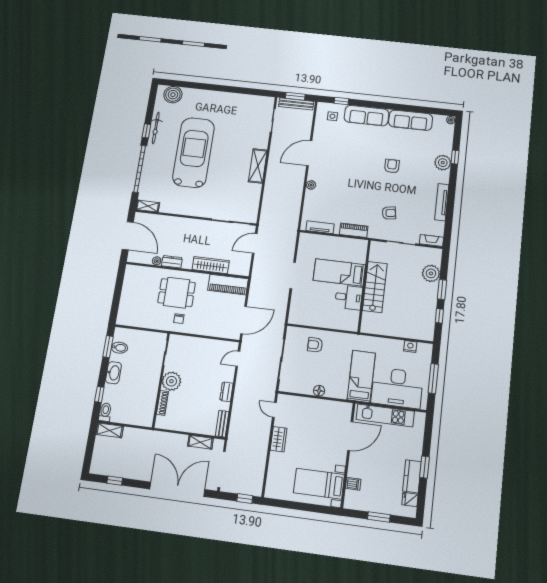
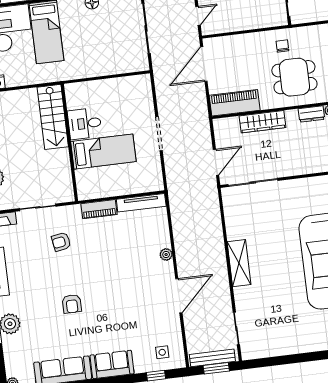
sofa: (366, 116) -> (112, 364), width x0.73
tv unit: (320, 227) -> (141, 203), width x1.41
stairs: (375, 287) -> (53, 117), moved
armchair: (315, 345) -> (110, 56), removed

